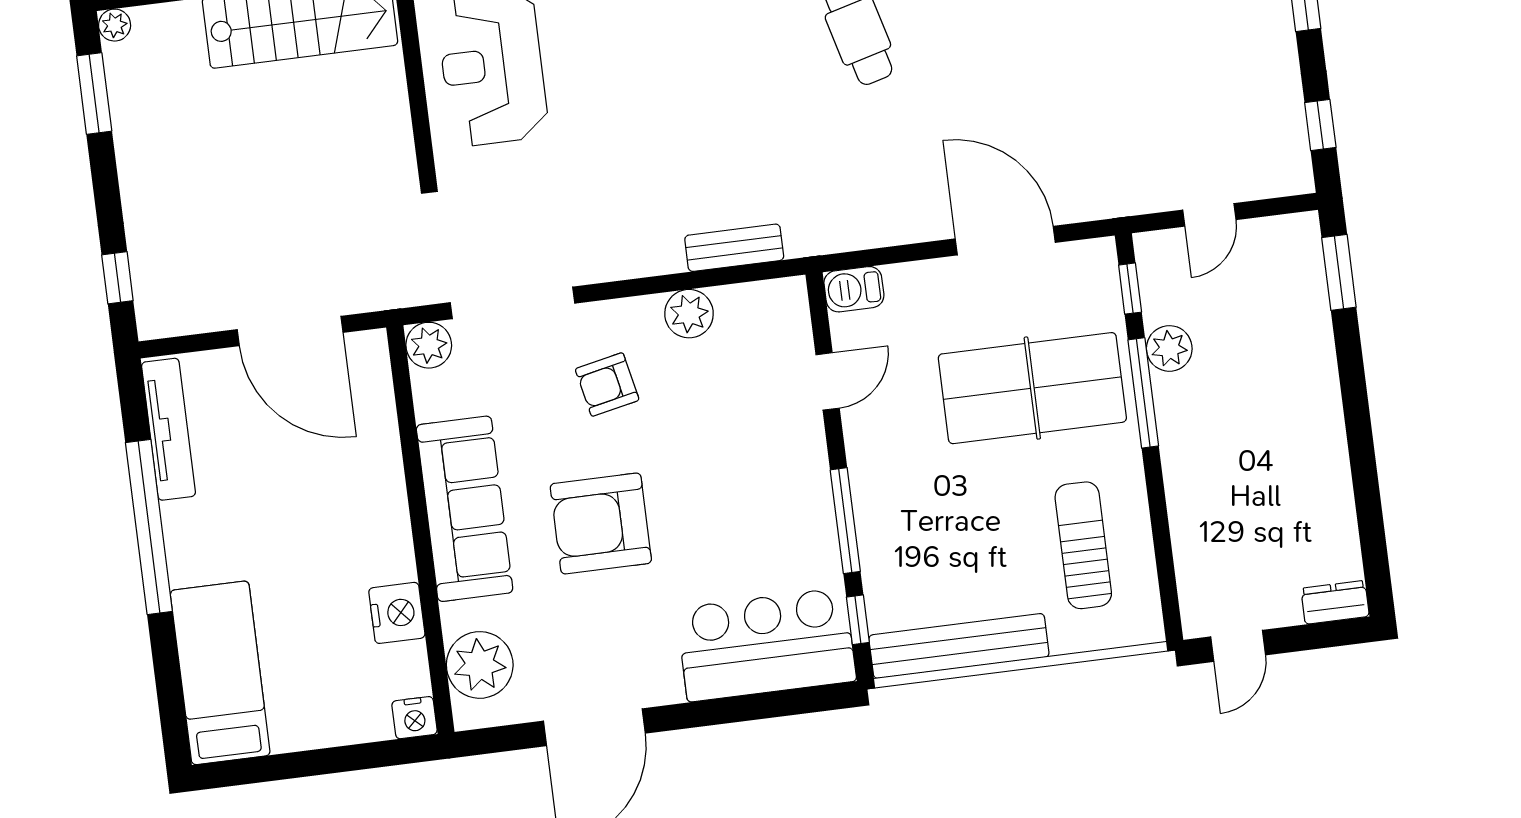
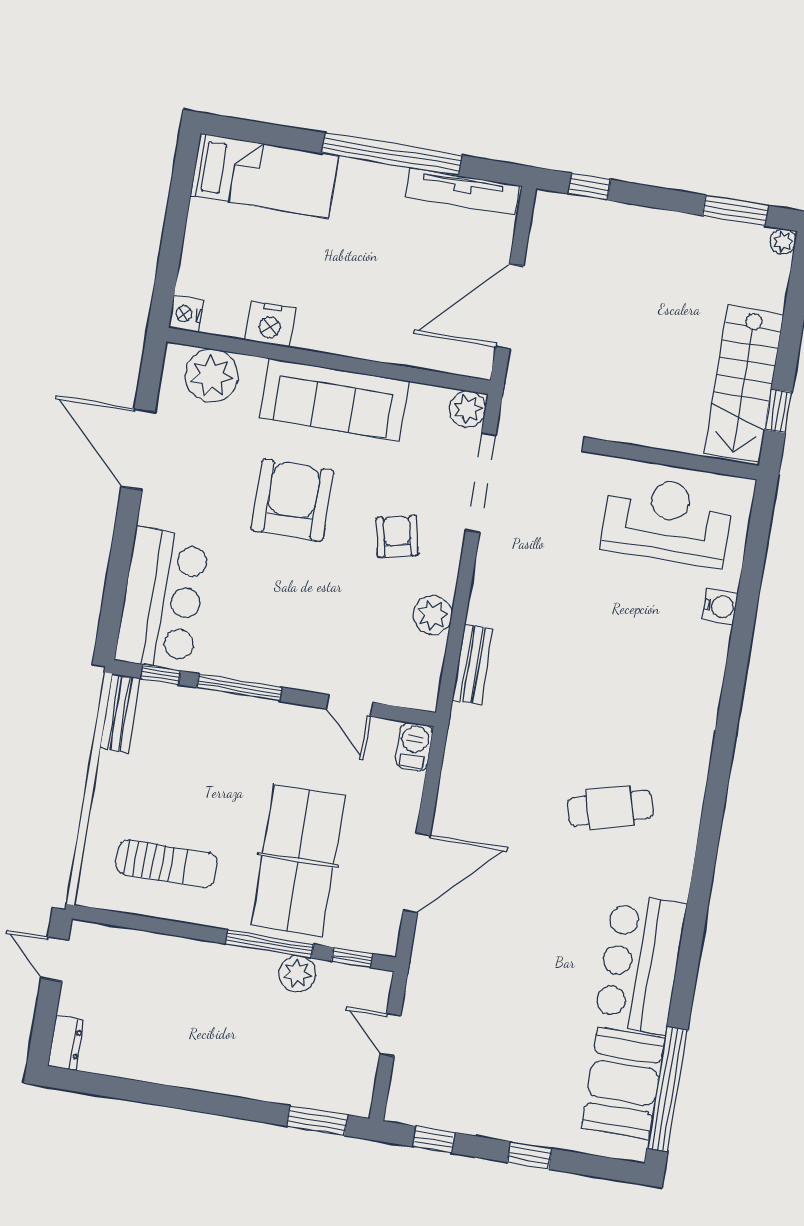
bench: (959, 646) -> (120, 713), width x0.54, depth x0.82

